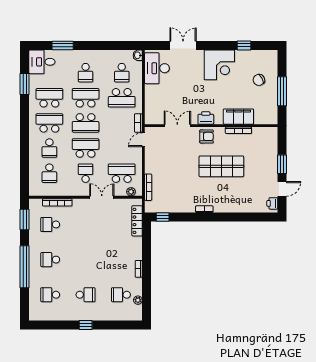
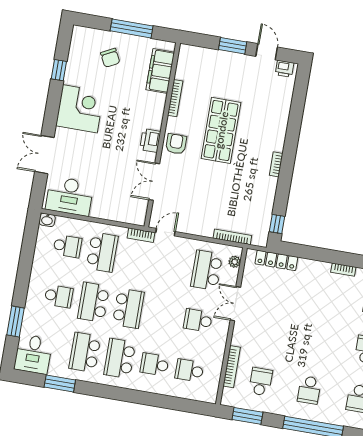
filing cabinet: (238, 117) -> (160, 71), moved
door: (143, 140) -> (165, 232), swing flipped
school desk: (49, 148) -> (154, 364), turned 180
school desk: (86, 148) -> (163, 314), removed
school desk: (49, 173) -> (189, 370), turned 180
school desk: (50, 224) -> (261, 382), turned 180

